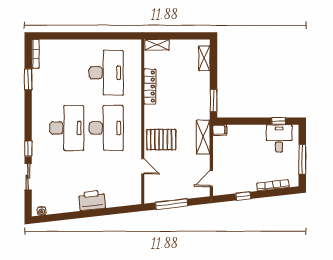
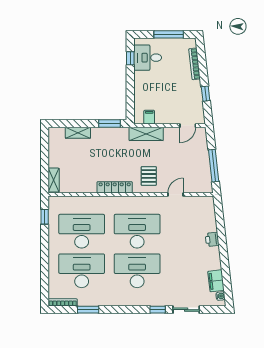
window: (121, 36) -> (45, 217), added
shelving: (204, 58) -> (78, 133), moved
desk: (67, 73) -> (82, 271), added
locker: (150, 87) -> (115, 187), moved
filing cabinet: (220, 130) -> (149, 117), moved
pallet: (161, 140) -> (149, 176), width x0.67, depth x0.71
door: (211, 178) -> (188, 126), hinge flipped
printer: (92, 200) -> (212, 239), width x0.53, depth x0.68
filing cabinet: (57, 207) -> (216, 281), added

